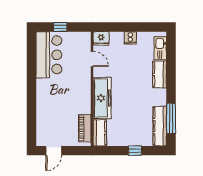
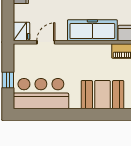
booth: (48, 107) -> (102, 95), added

